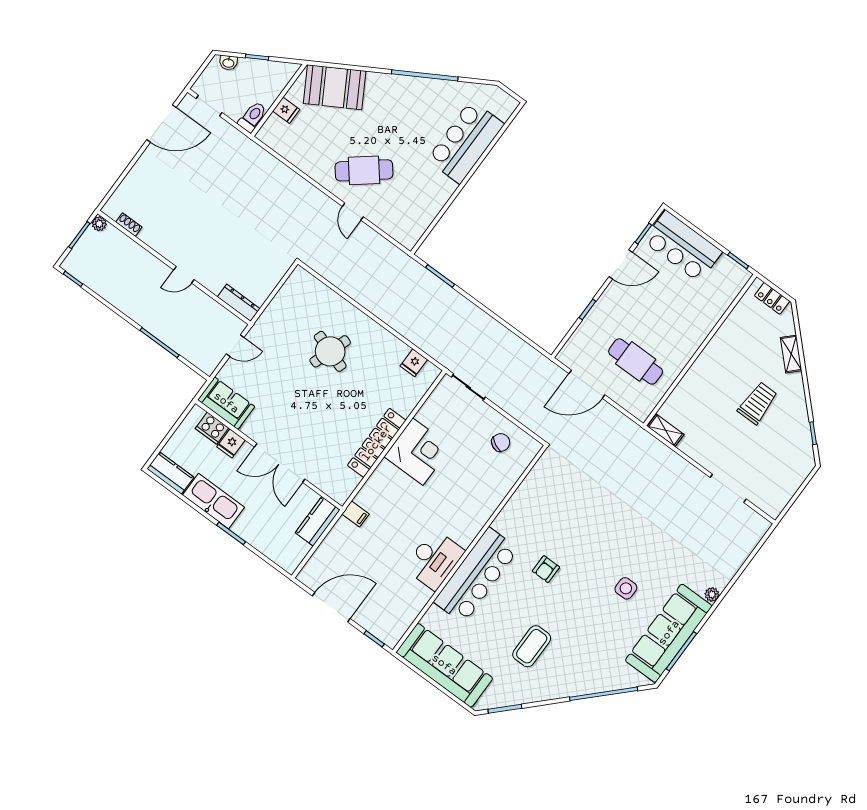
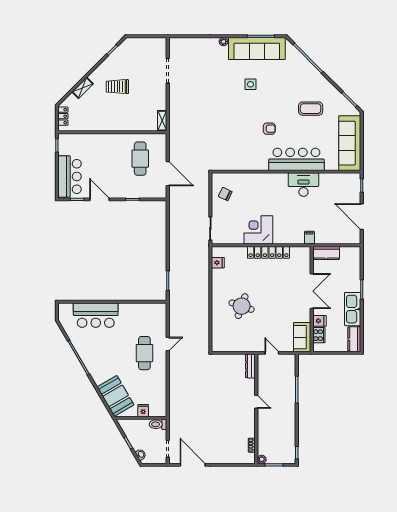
cafe table: (364, 170) -> (144, 353), turned 39

